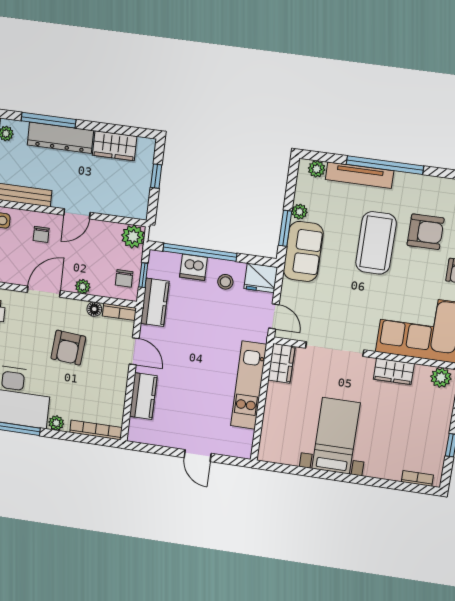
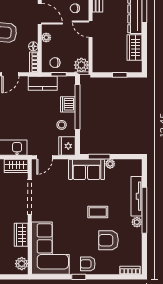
plant: (317, 169) -> (137, 222), moved
armchair: (426, 232) -> (108, 240), turned 90
coffee table: (376, 243) -> (98, 212), width x0.54, depth x0.58

